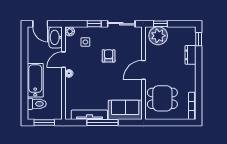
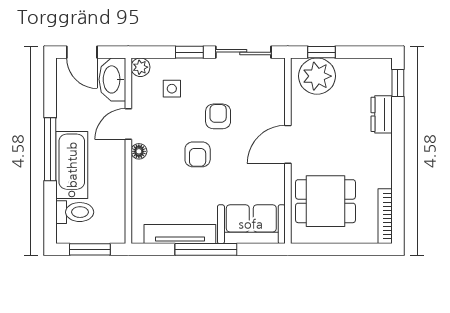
window: (24, 72) -> (50, 149), added
armchair: (98, 75) -> (198, 154), added

